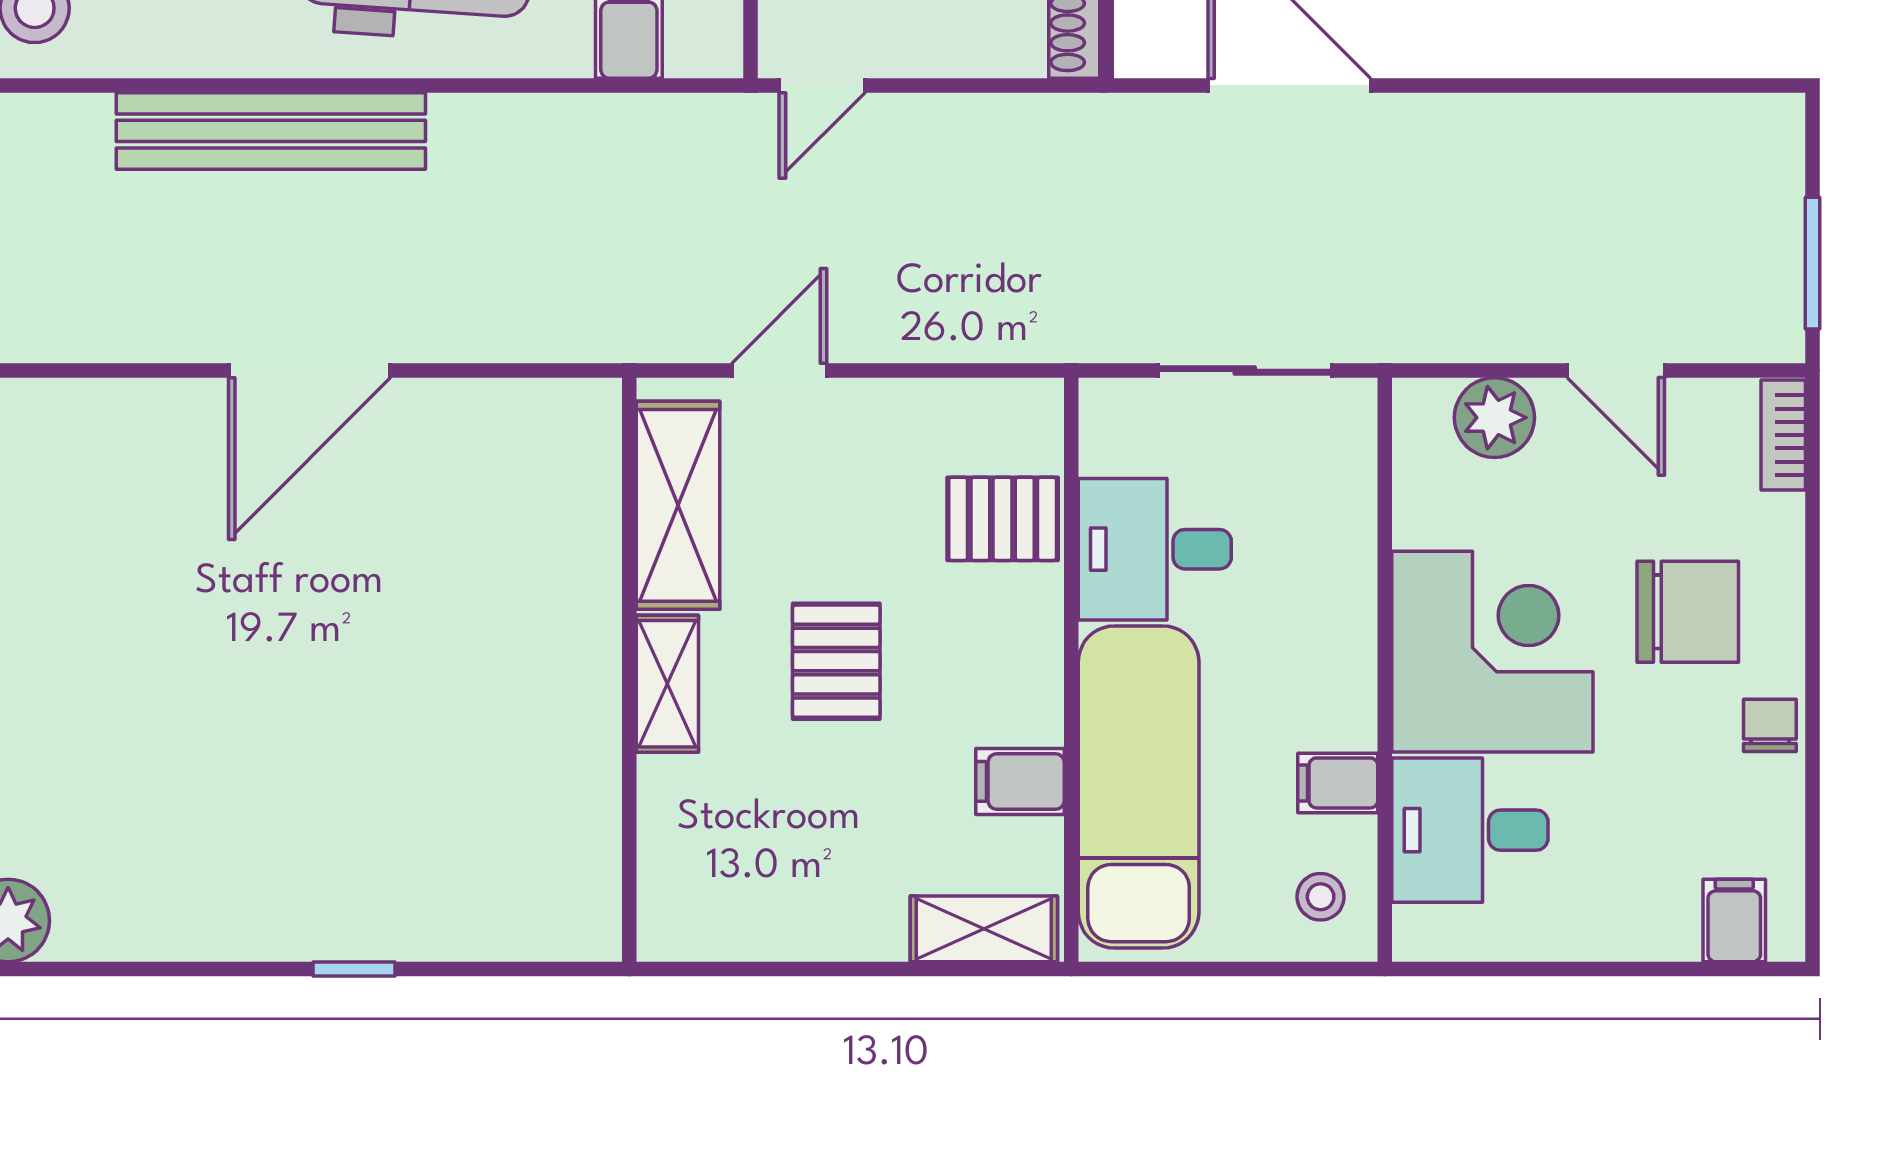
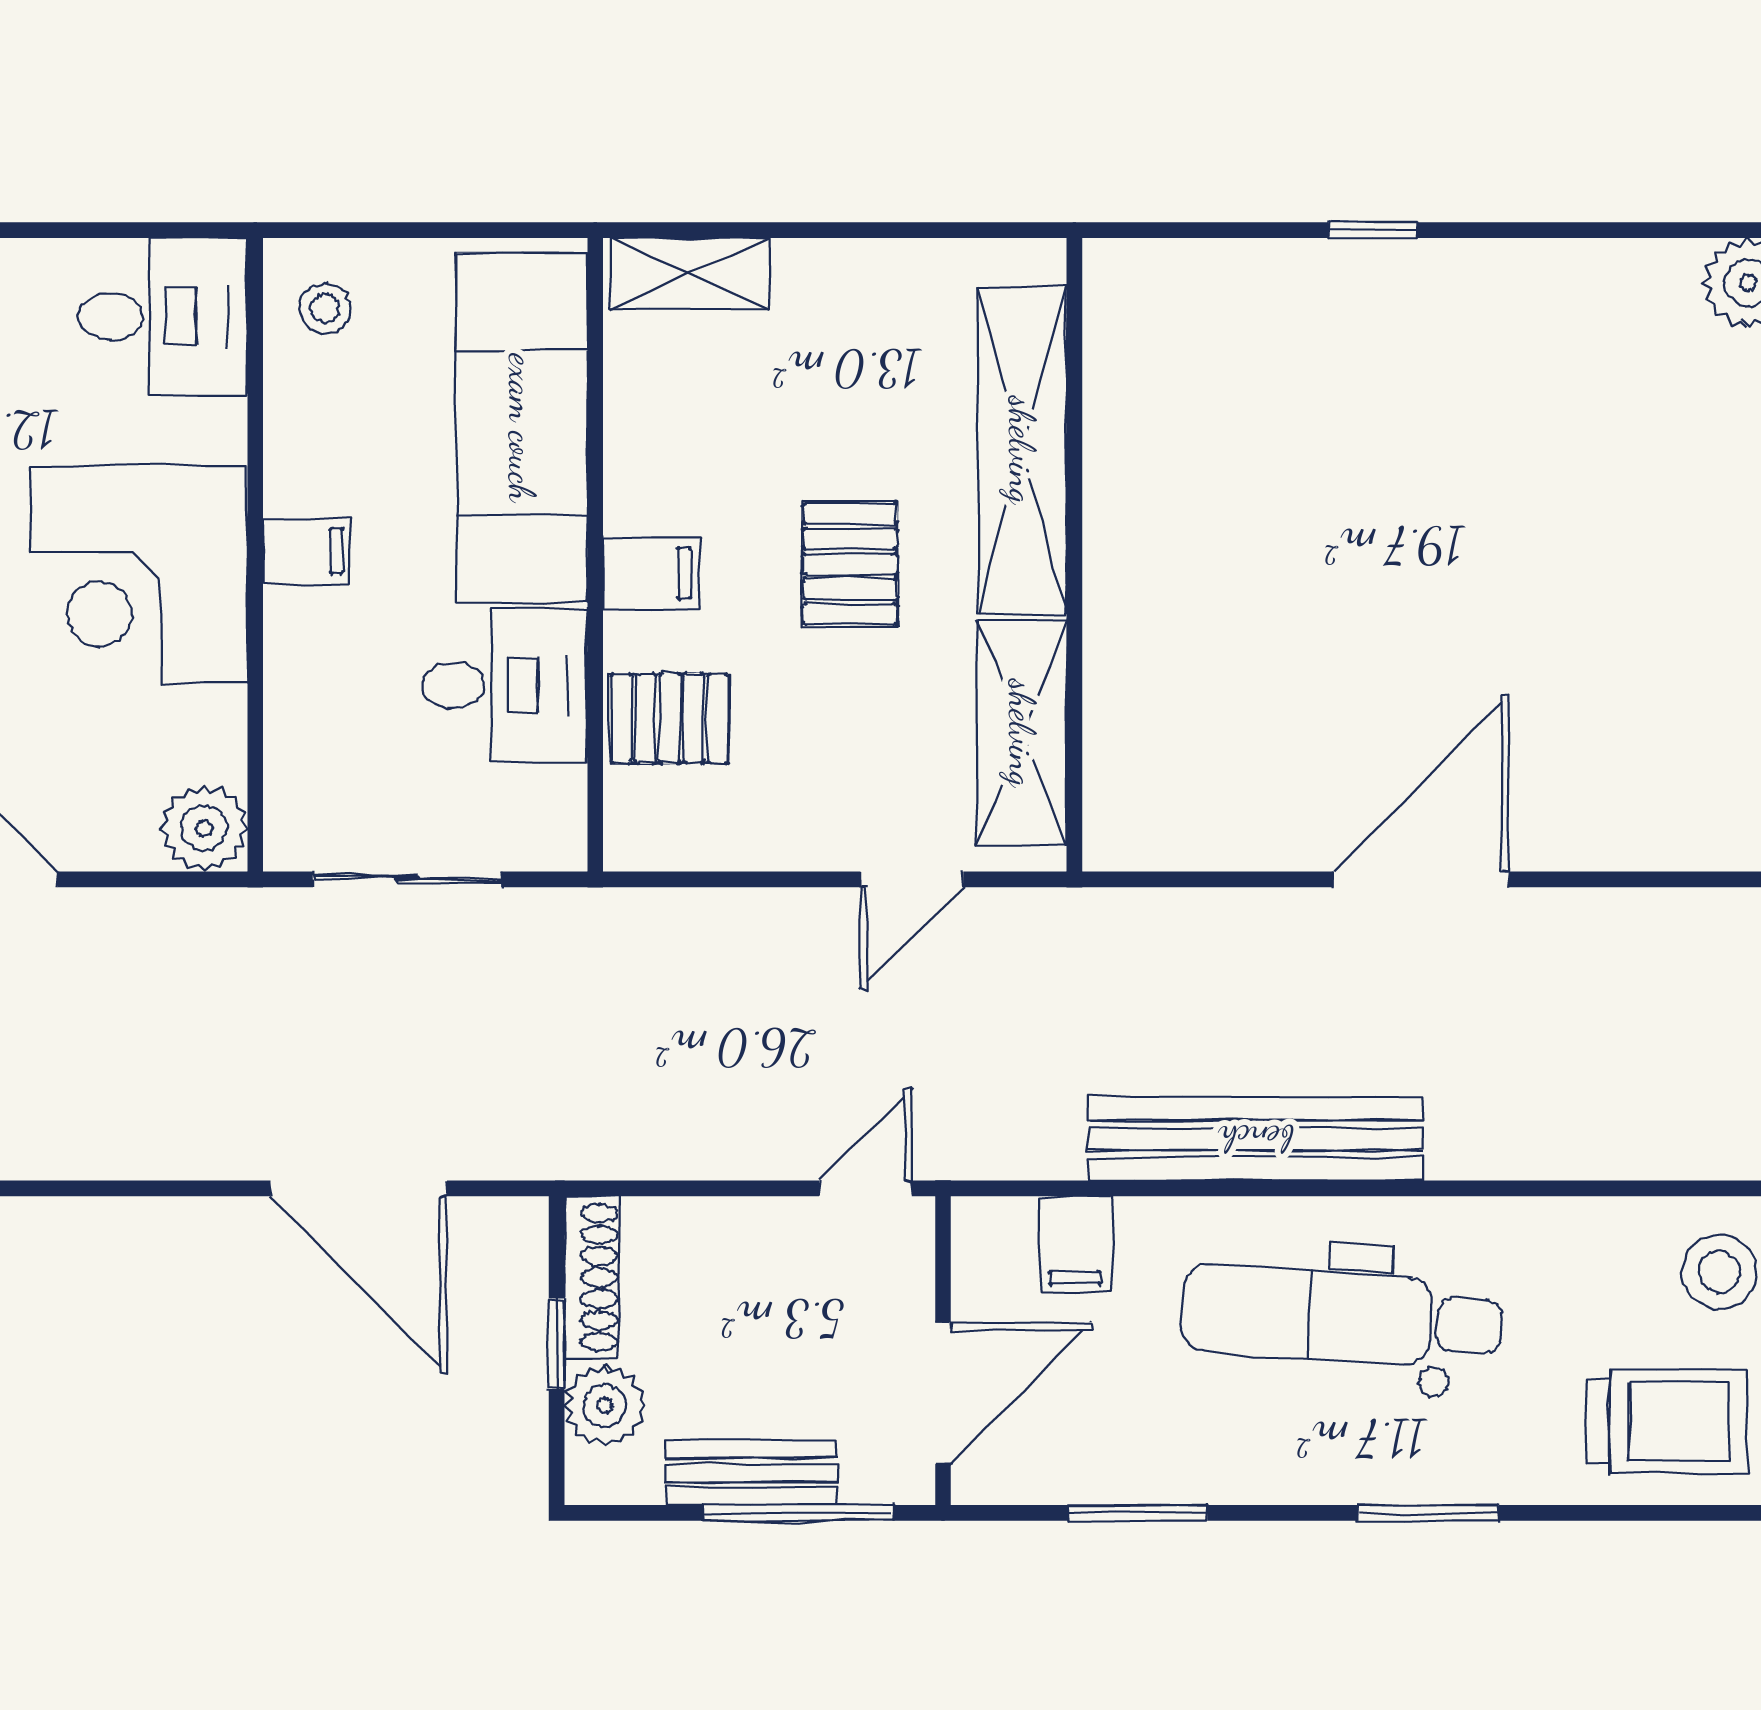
bench: (271, 131) -> (1256, 1139), moved
plant: (1494, 418) -> (204, 828), moved
shelving: (667, 684) -> (1022, 450), width x2.20, depth x1.33
filing cabinet: (1020, 781) -> (651, 573), moved
filing cabinet: (1338, 783) -> (306, 551), moved
desk: (1470, 830) -> (163, 316), moved

